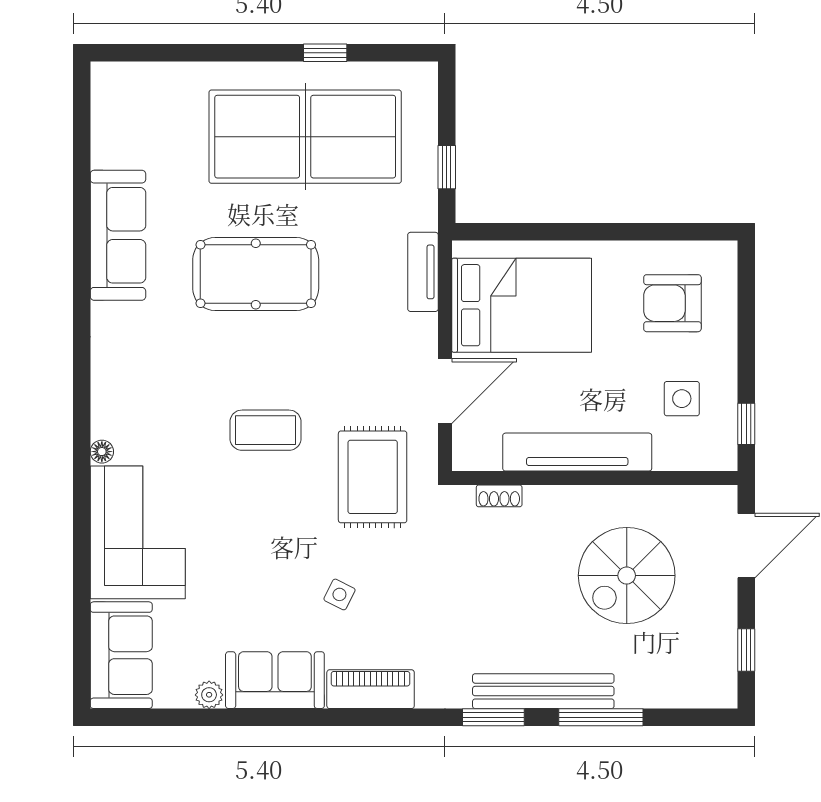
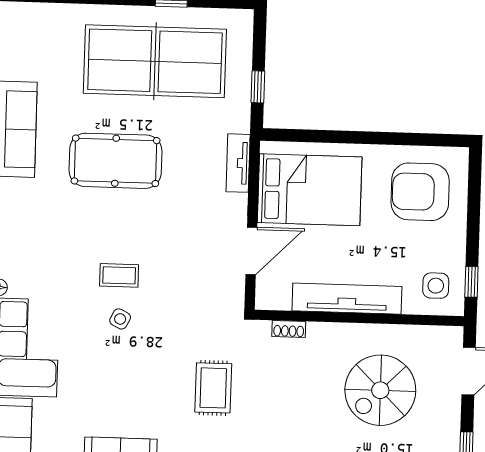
armchair: (672, 303) -> (420, 192), width x1.36, depth x1.36
side table: (682, 399) -> (436, 286), moved
coffee table: (266, 430) -> (119, 275), width x0.73, depth x0.77
rug: (373, 477) -> (213, 388), moved, width x0.73, depth x0.70
side table: (339, 594) -> (120, 319), moved

